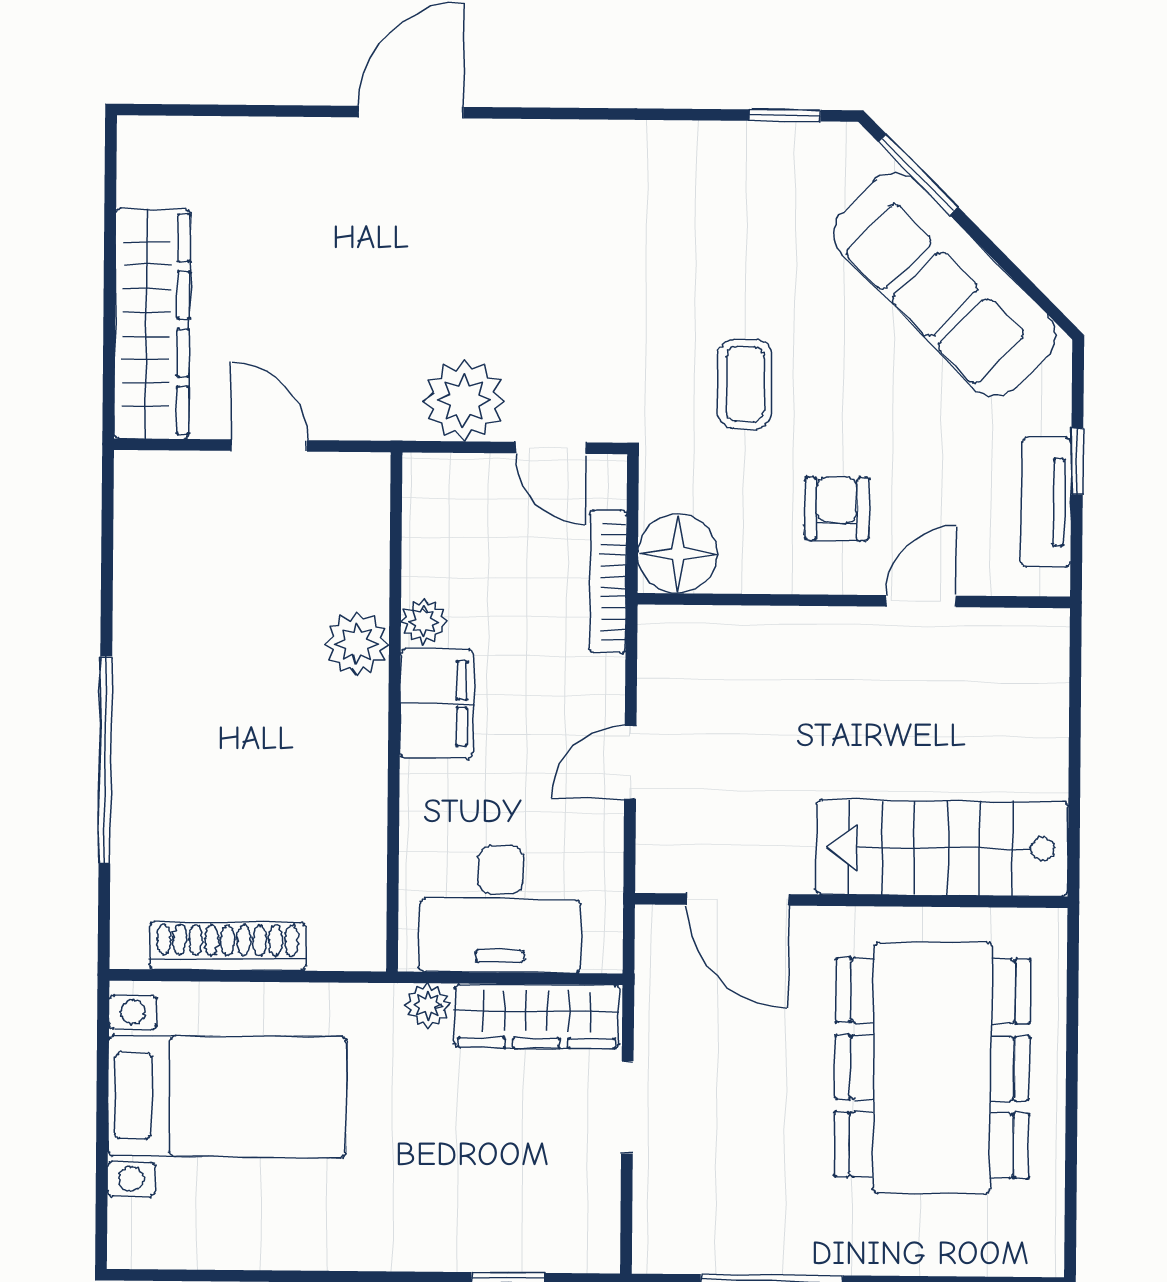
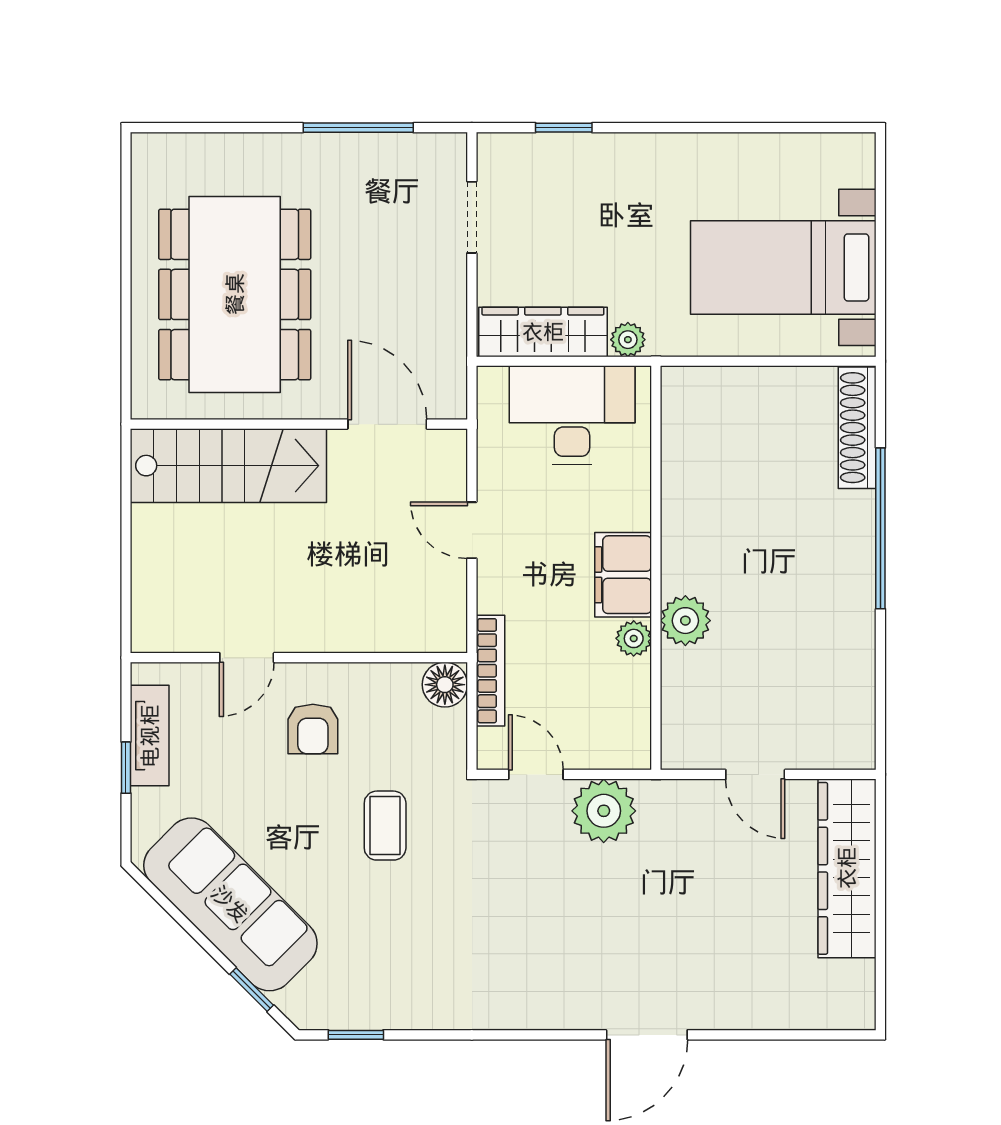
window: (918, 175) -> (252, 990), width x0.67
floor lamp: (678, 554) -> (445, 685), width x0.73, depth x0.73
door: (630, 762) -> (472, 530), swing flipped
shoe rack: (228, 946) -> (857, 428), moved, turned 90
doorway: (627, 1107) -> (472, 217), moved

